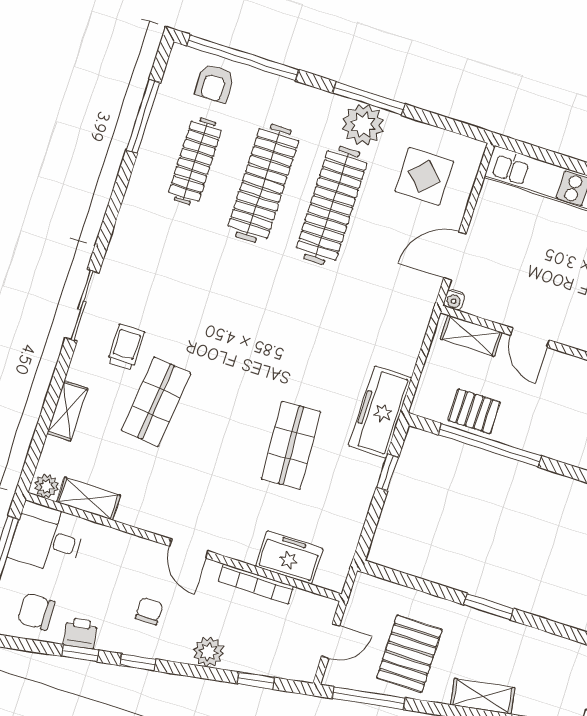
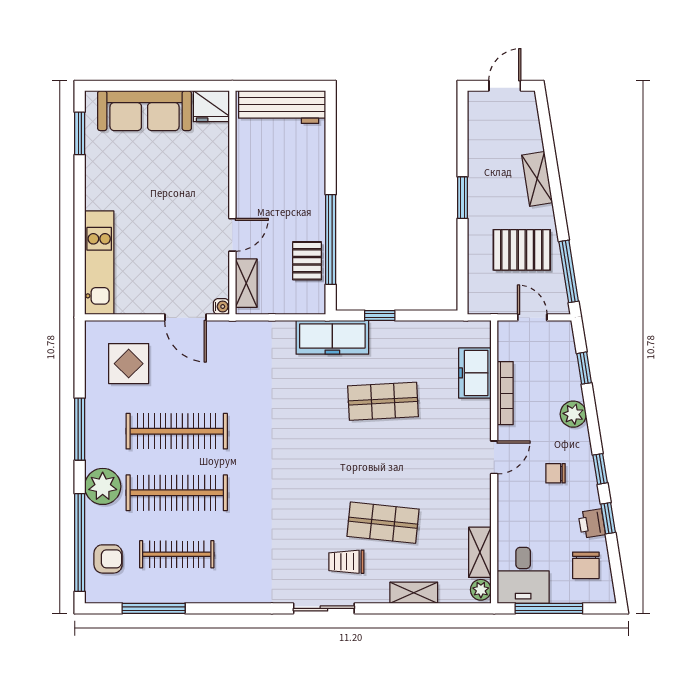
plant: (363, 125) -> (103, 486), moved

